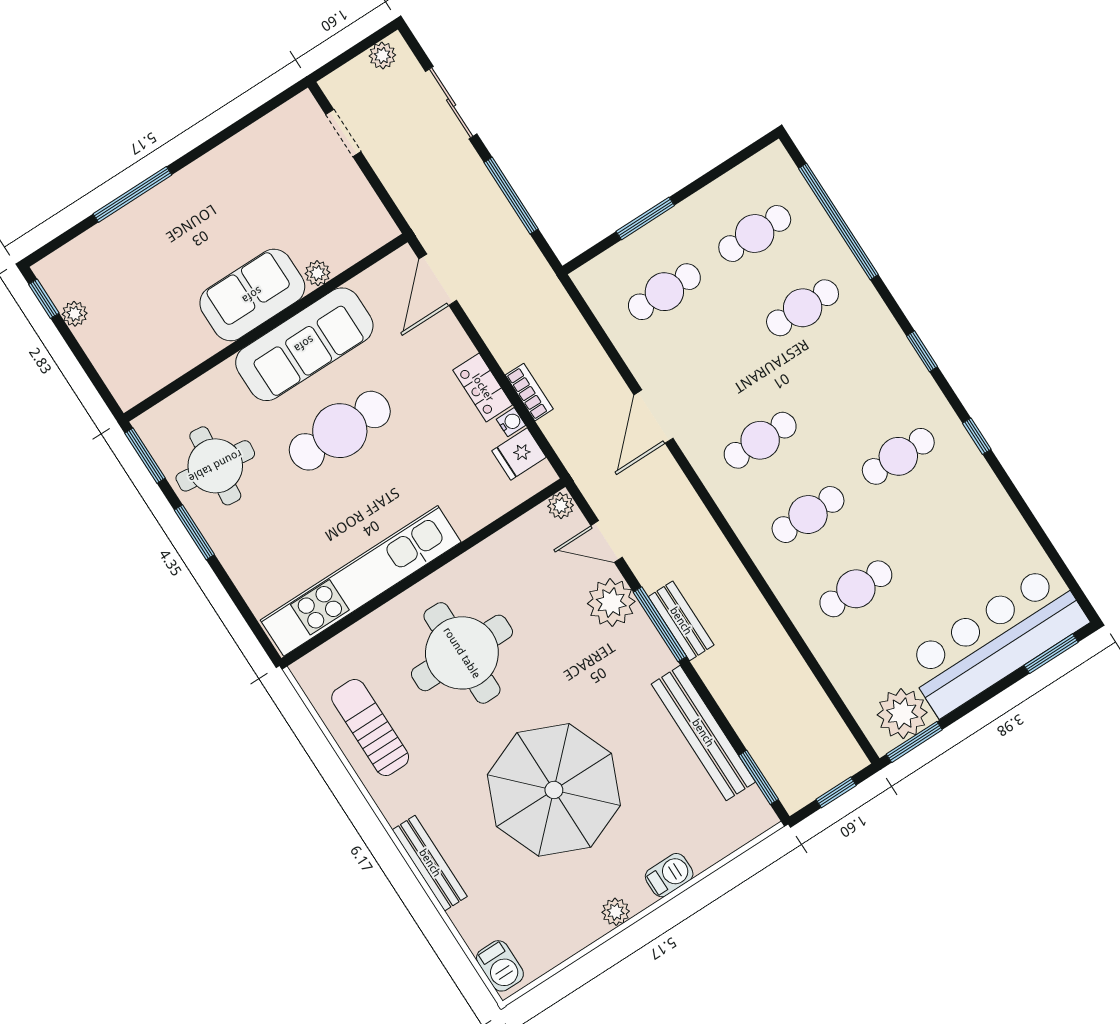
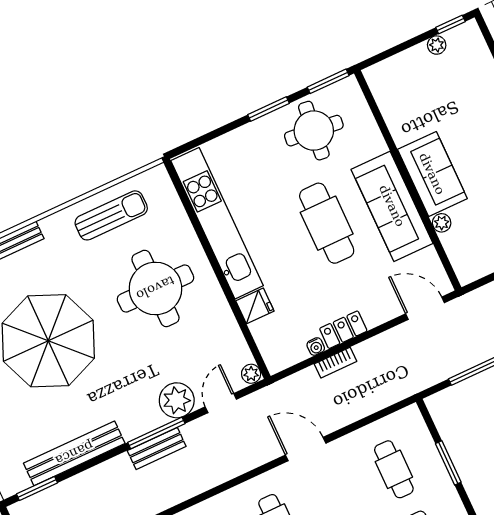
fridge: (519, 454) -> (255, 306), moved, turned 90

